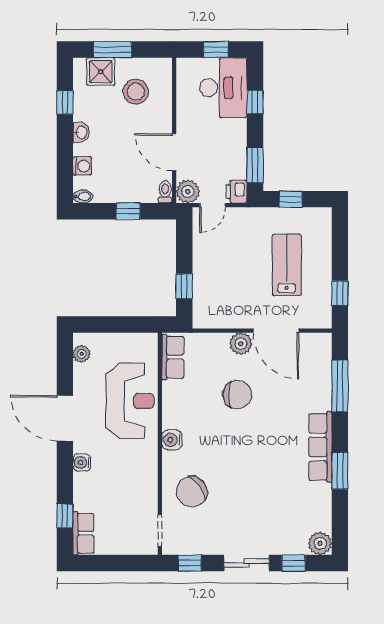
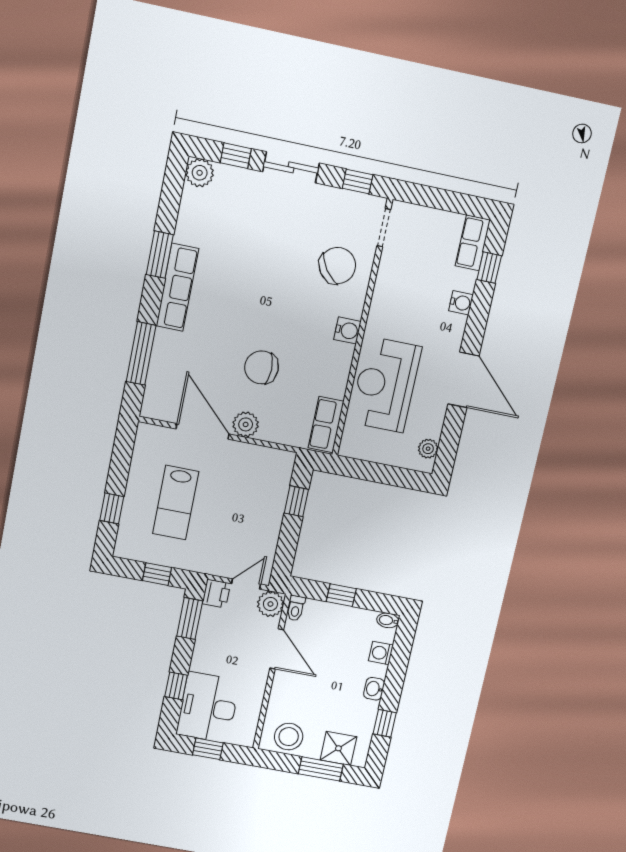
stool: (136, 92) -> (289, 737), moved
window: (340, 293) -> (112, 509), moved
water cooler: (82, 463) -> (461, 303), moved

